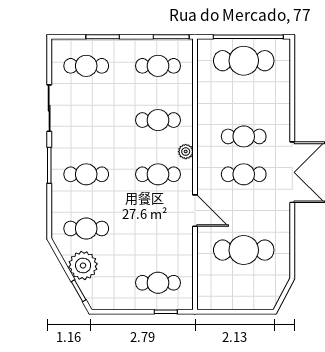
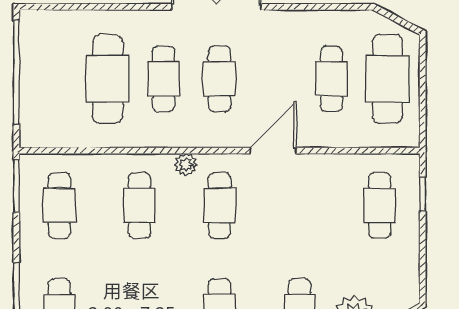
cafe table: (244, 61) -> (108, 79), moved
cafe table: (244, 250) -> (331, 79), width x0.73, depth x0.74
cafe table: (244, 288) -> (387, 79), added

